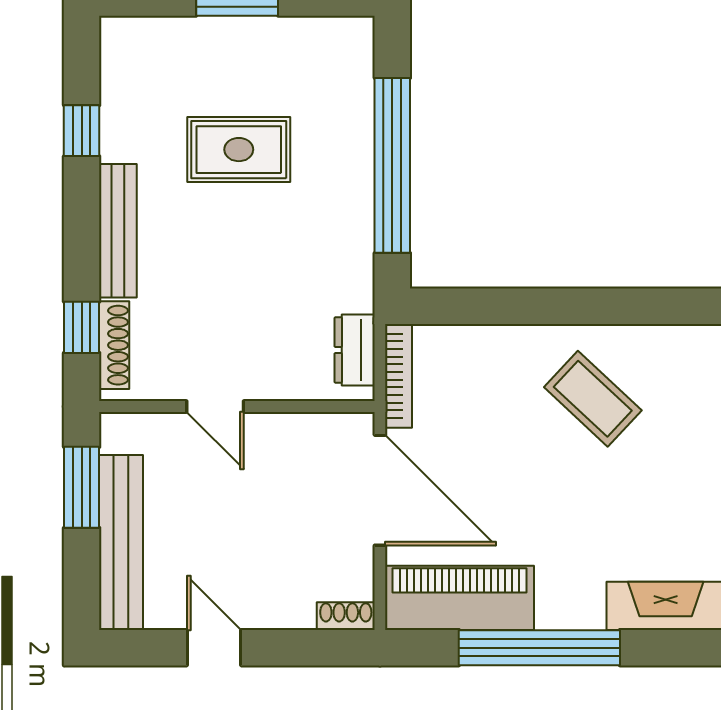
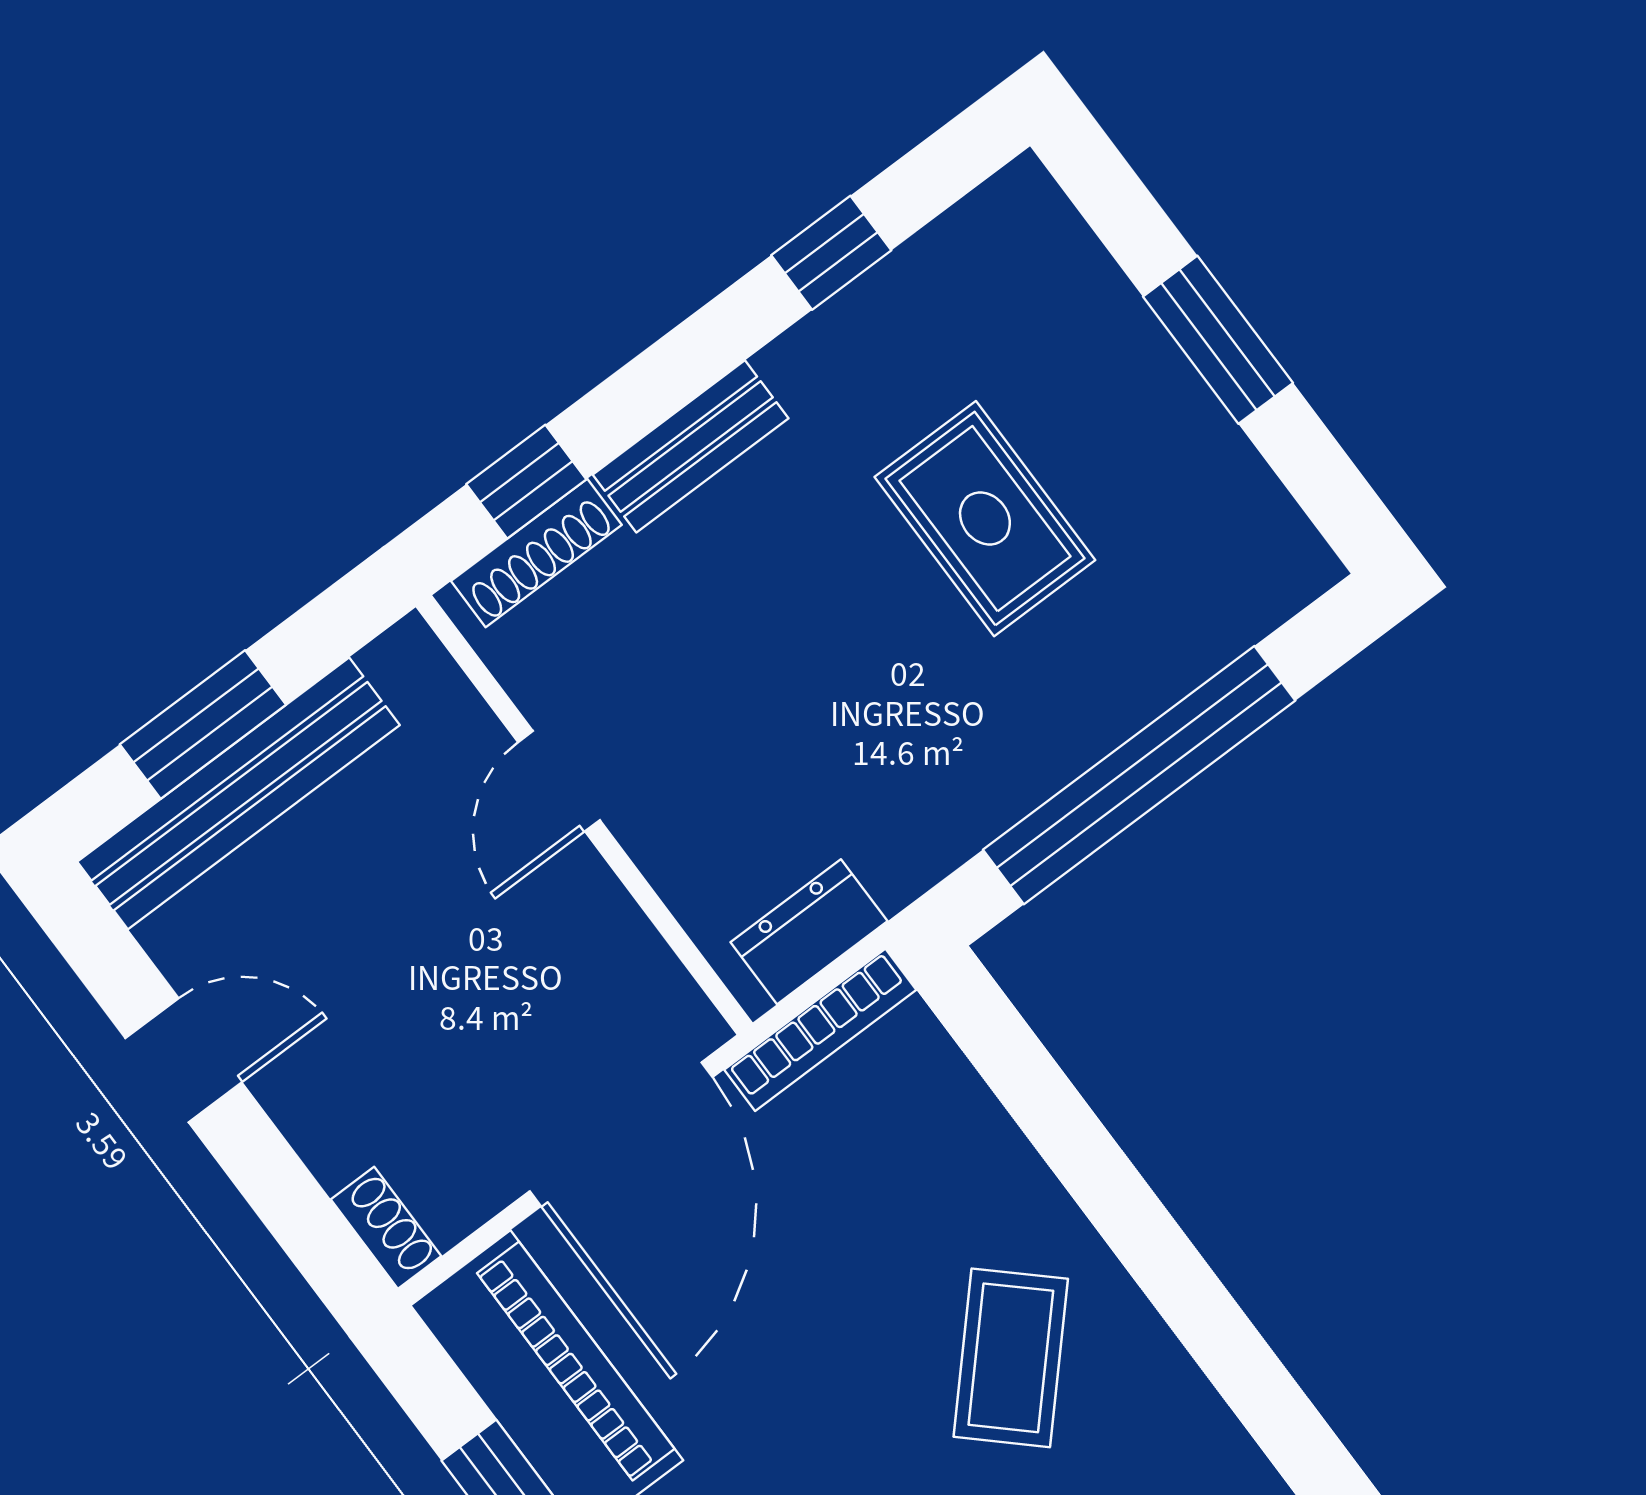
bench: (118, 231) -> (691, 446), width x0.73
window: (82, 487) -> (203, 725), moved
door: (214, 648) -> (184, 1060), hinge flipped

